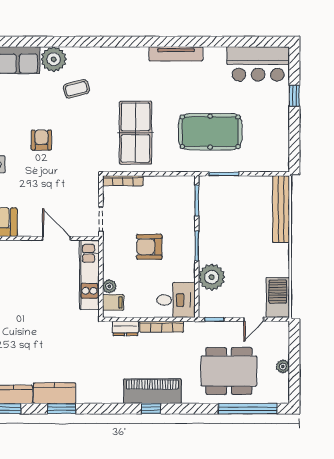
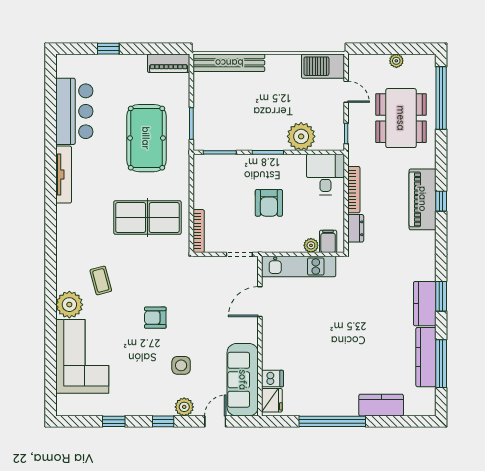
bar counter: (258, 64) -> (74, 111), moved
piano: (281, 152) -> (169, 63), added

